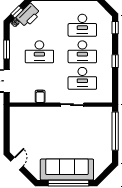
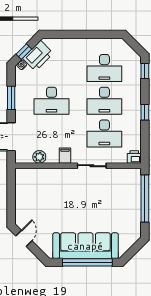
filing cabinet: (40, 96) -> (65, 156), moved
plant: (29, 97) -> (39, 157), added
printer: (107, 97) -> (134, 157), added

